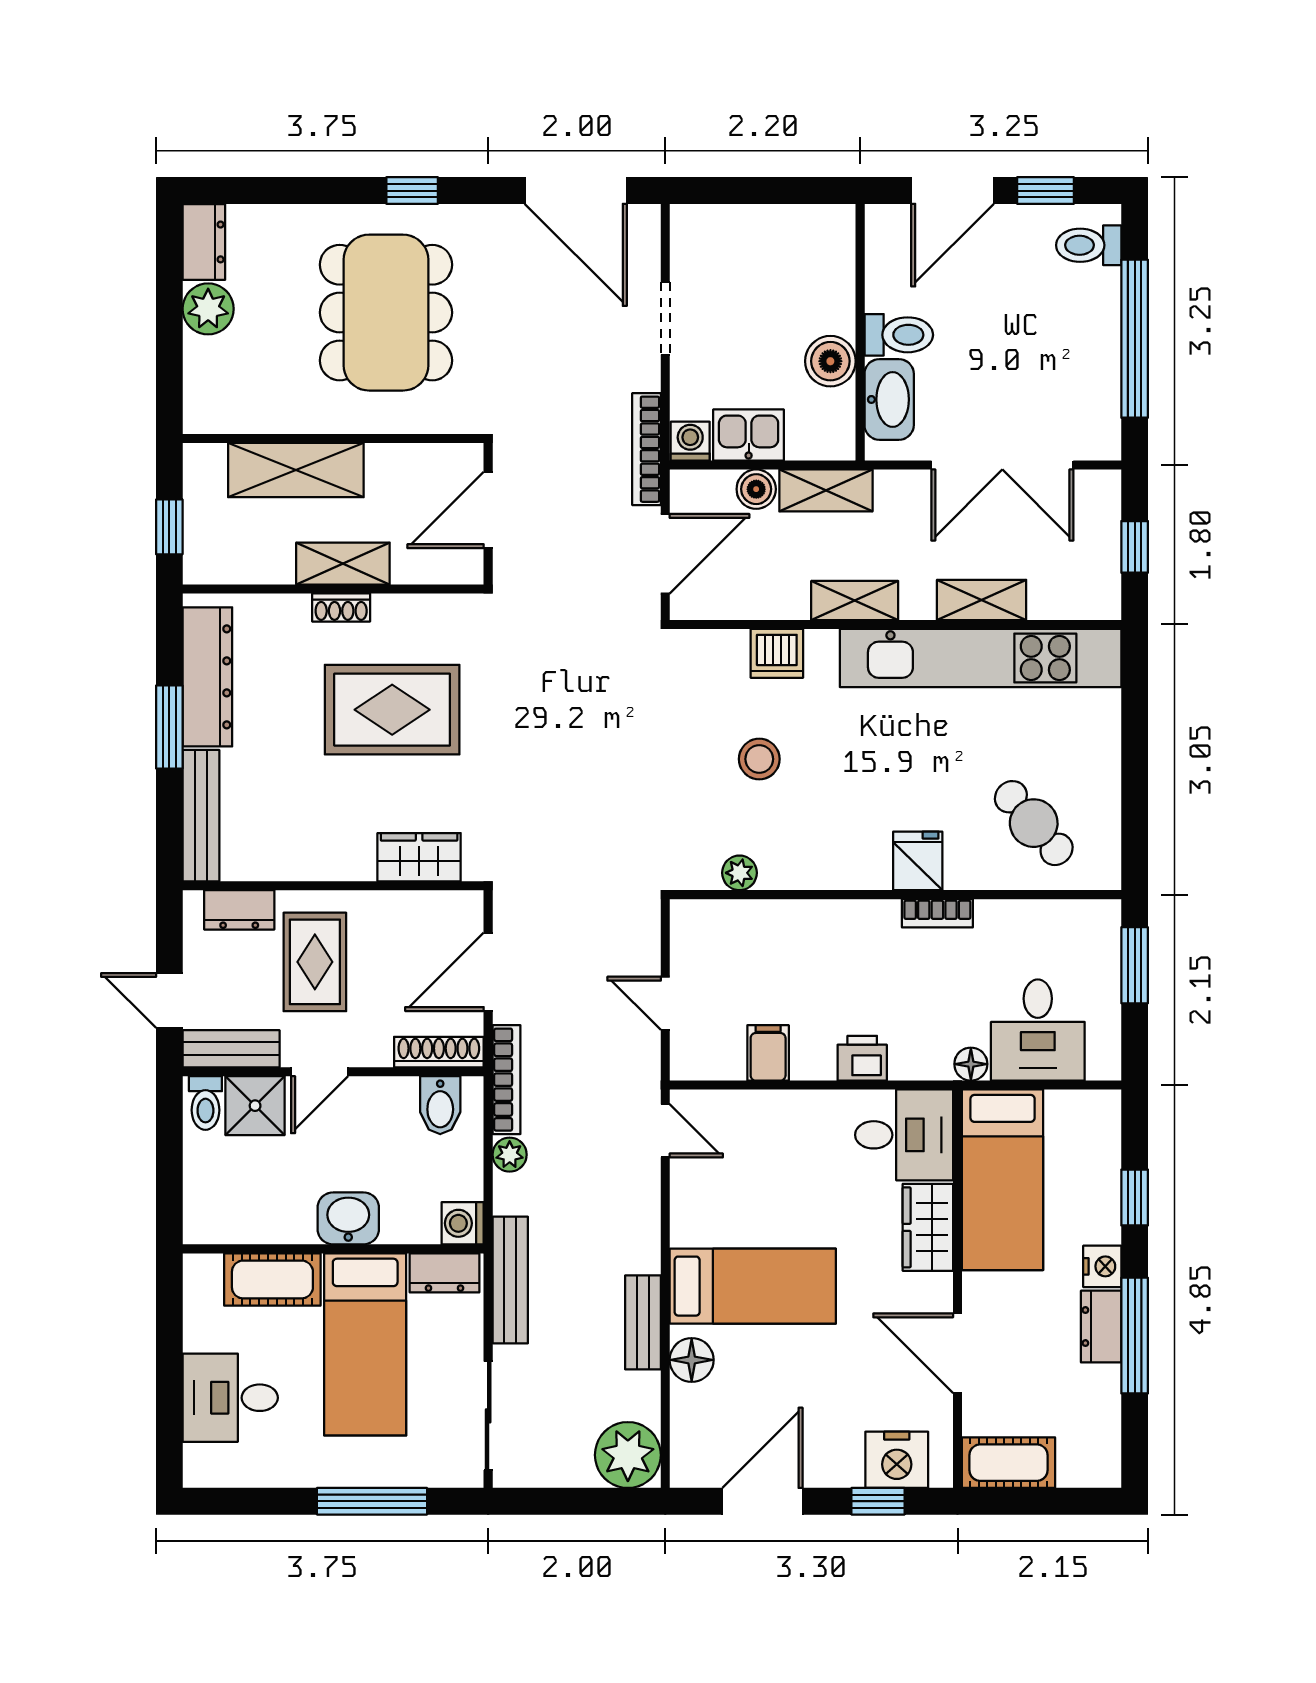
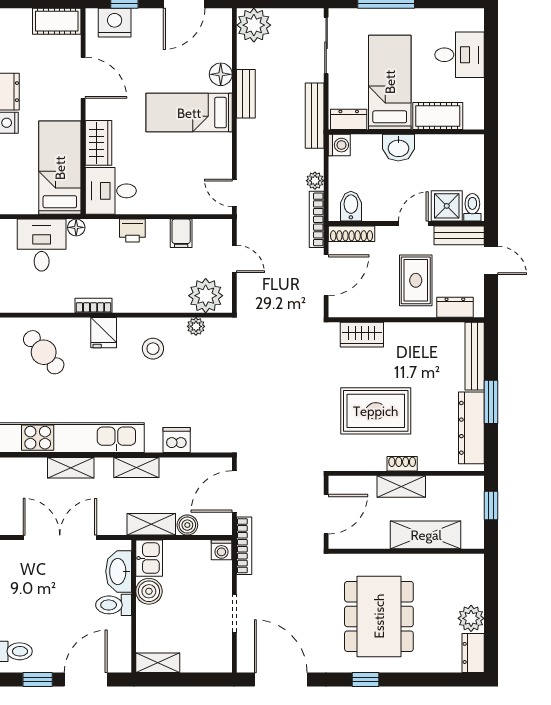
shelving: (813, 223) -> (158, 663), added
kitchen sink: (749, 435) -> (149, 558), moved, turned -90
stool: (759, 759) -> (153, 349), moved
plant: (721, 932) -> (206, 296), added

